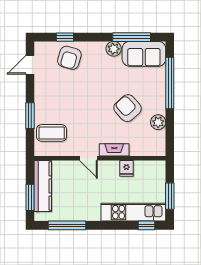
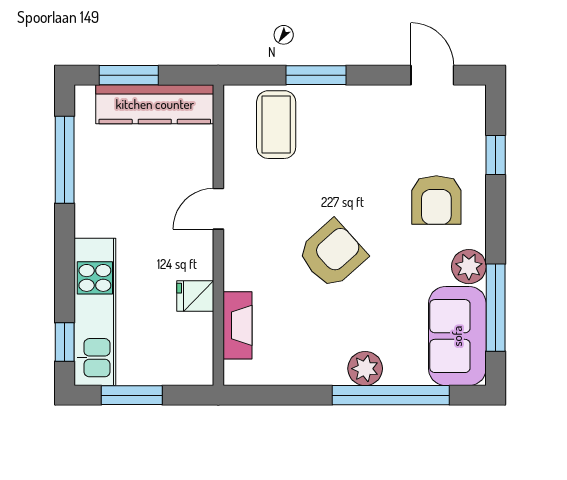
armchair: (69, 58) -> (436, 200), moved, turned -106
armchair: (128, 108) -> (332, 254), moved
plant: (158, 122) -> (365, 369), moved
fireplace: (114, 150) -> (237, 325), moved

